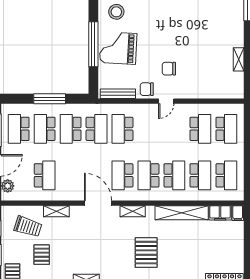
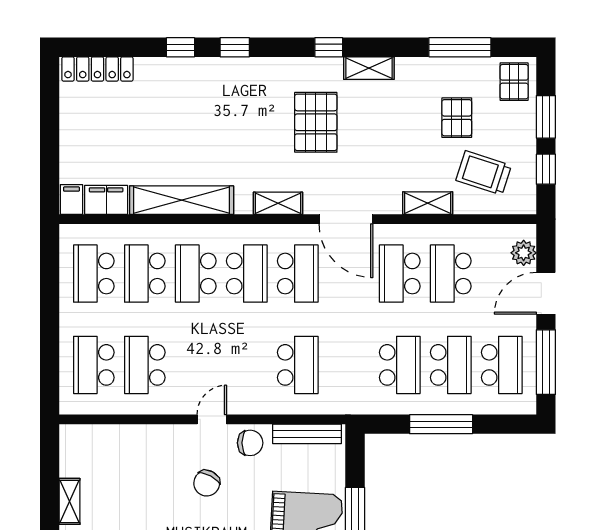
chair: (169, 69) -> (207, 483), turned 118
school desk: (97, 129) -> (400, 274), moved
pallet: (146, 253) -> (316, 122), moved

